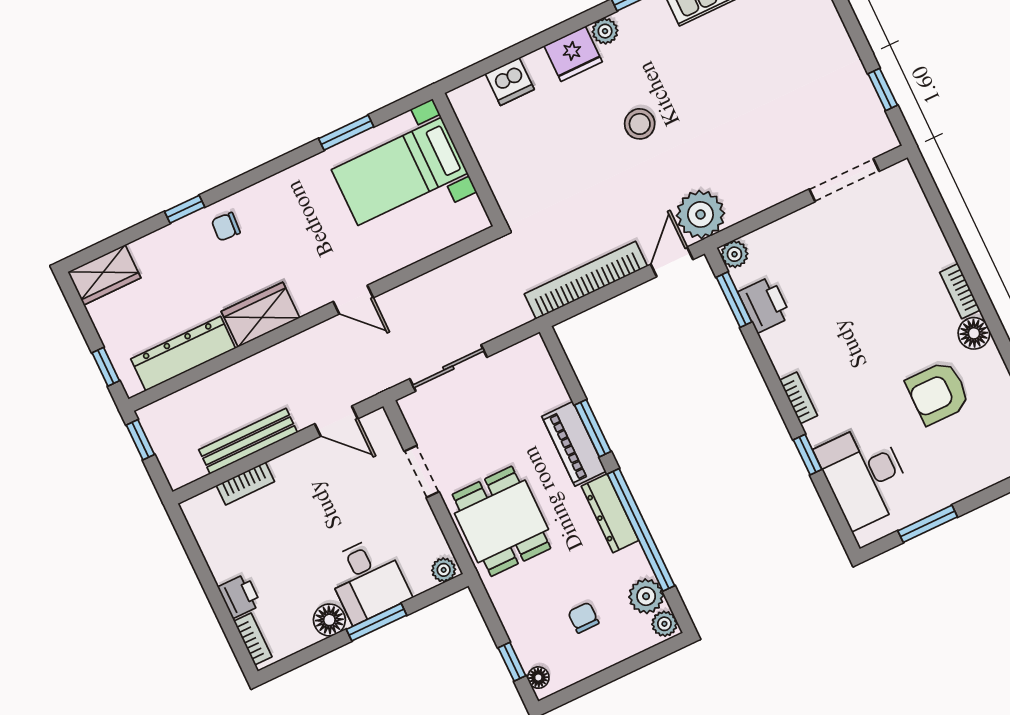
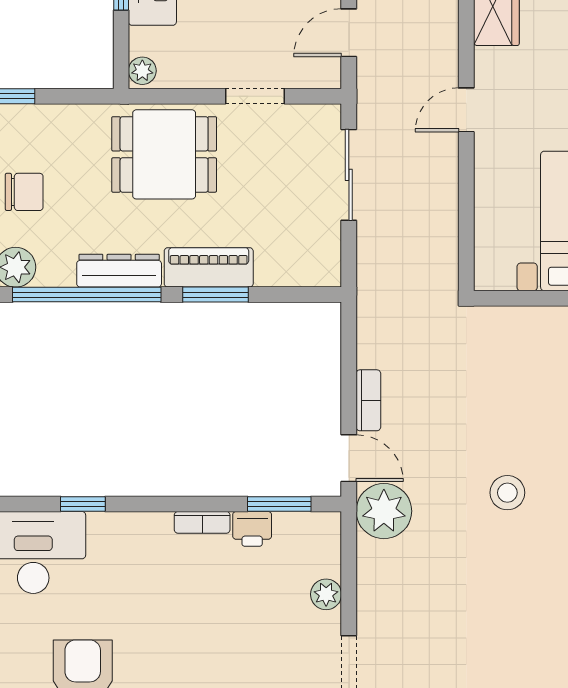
plant: (734, 254) -> (326, 594), moved
bookcase: (586, 280) -> (368, 400), width x0.43, depth x0.76
printer: (765, 305) -> (252, 529), width x0.73, depth x0.81
bookcase: (799, 398) -> (202, 522), moved
chair: (583, 618) -> (24, 192), width x1.37, depth x1.37

